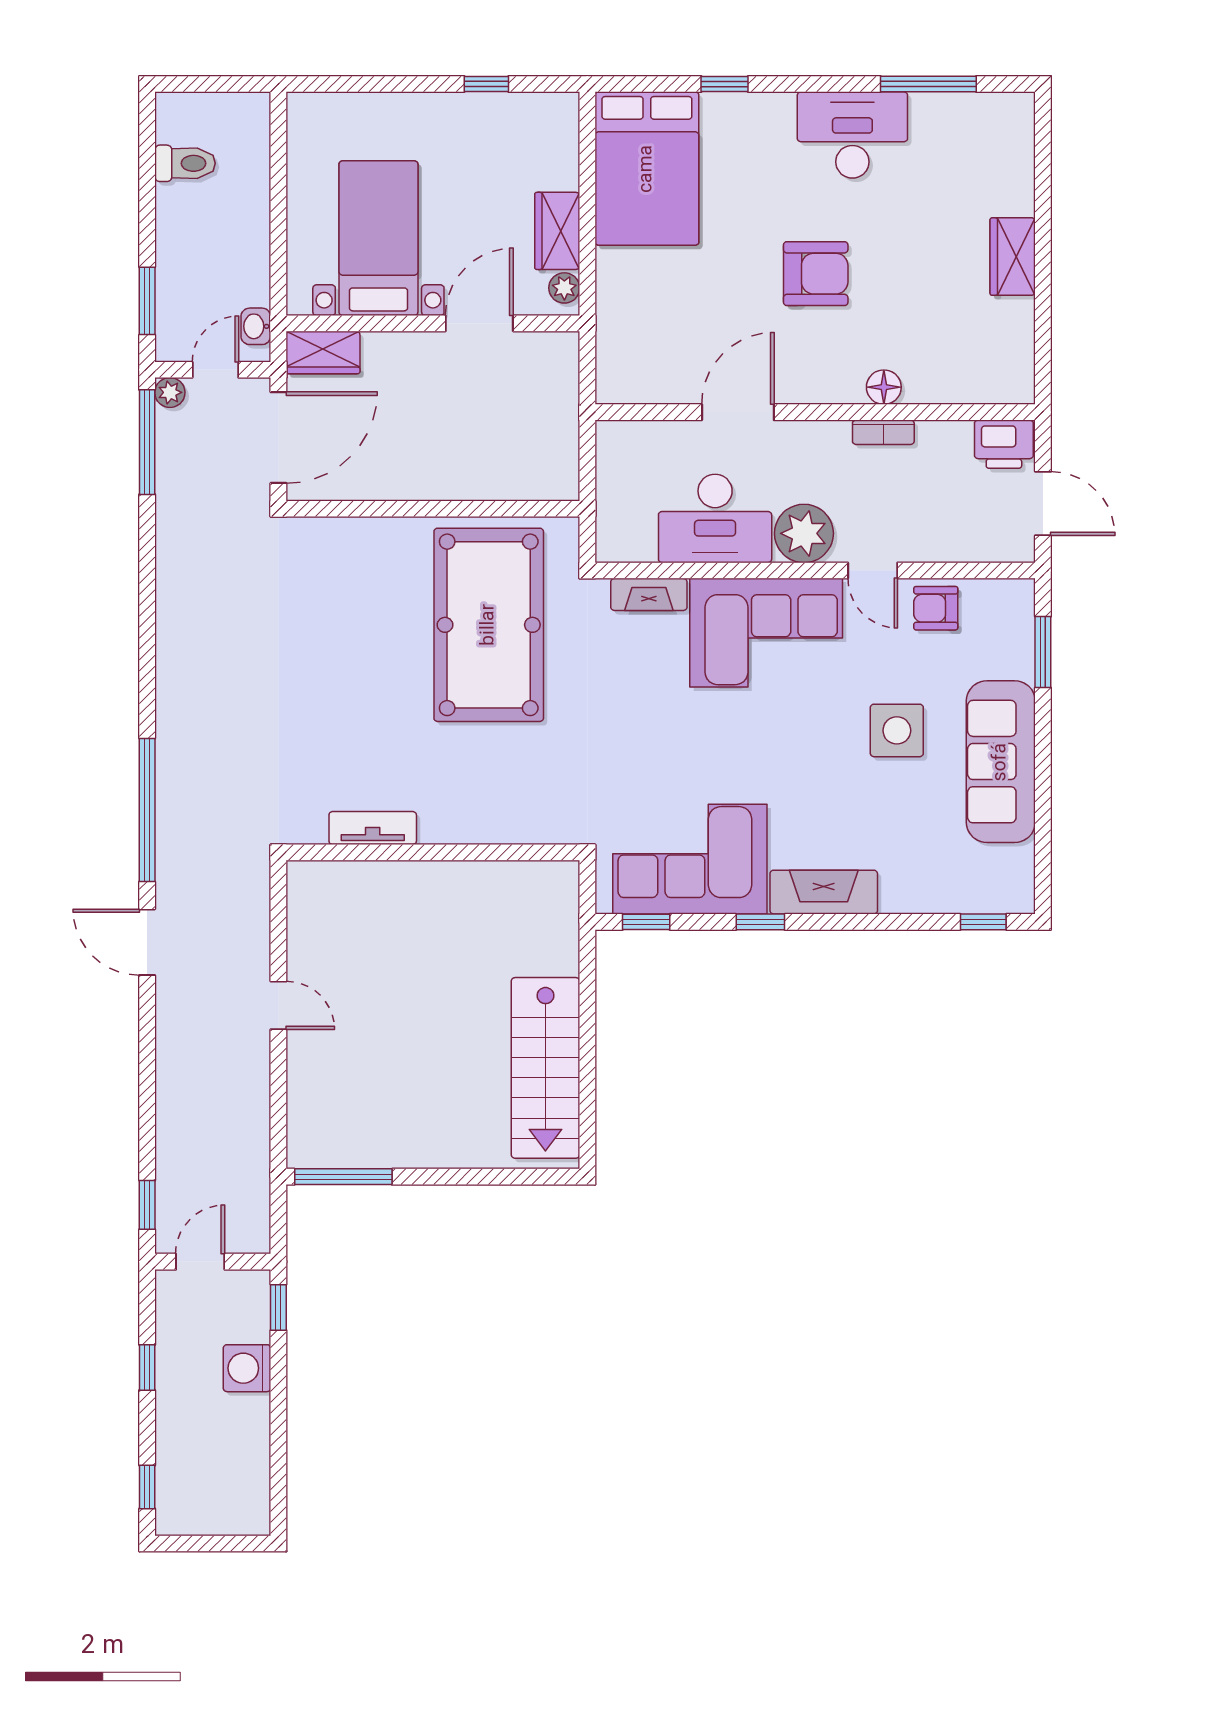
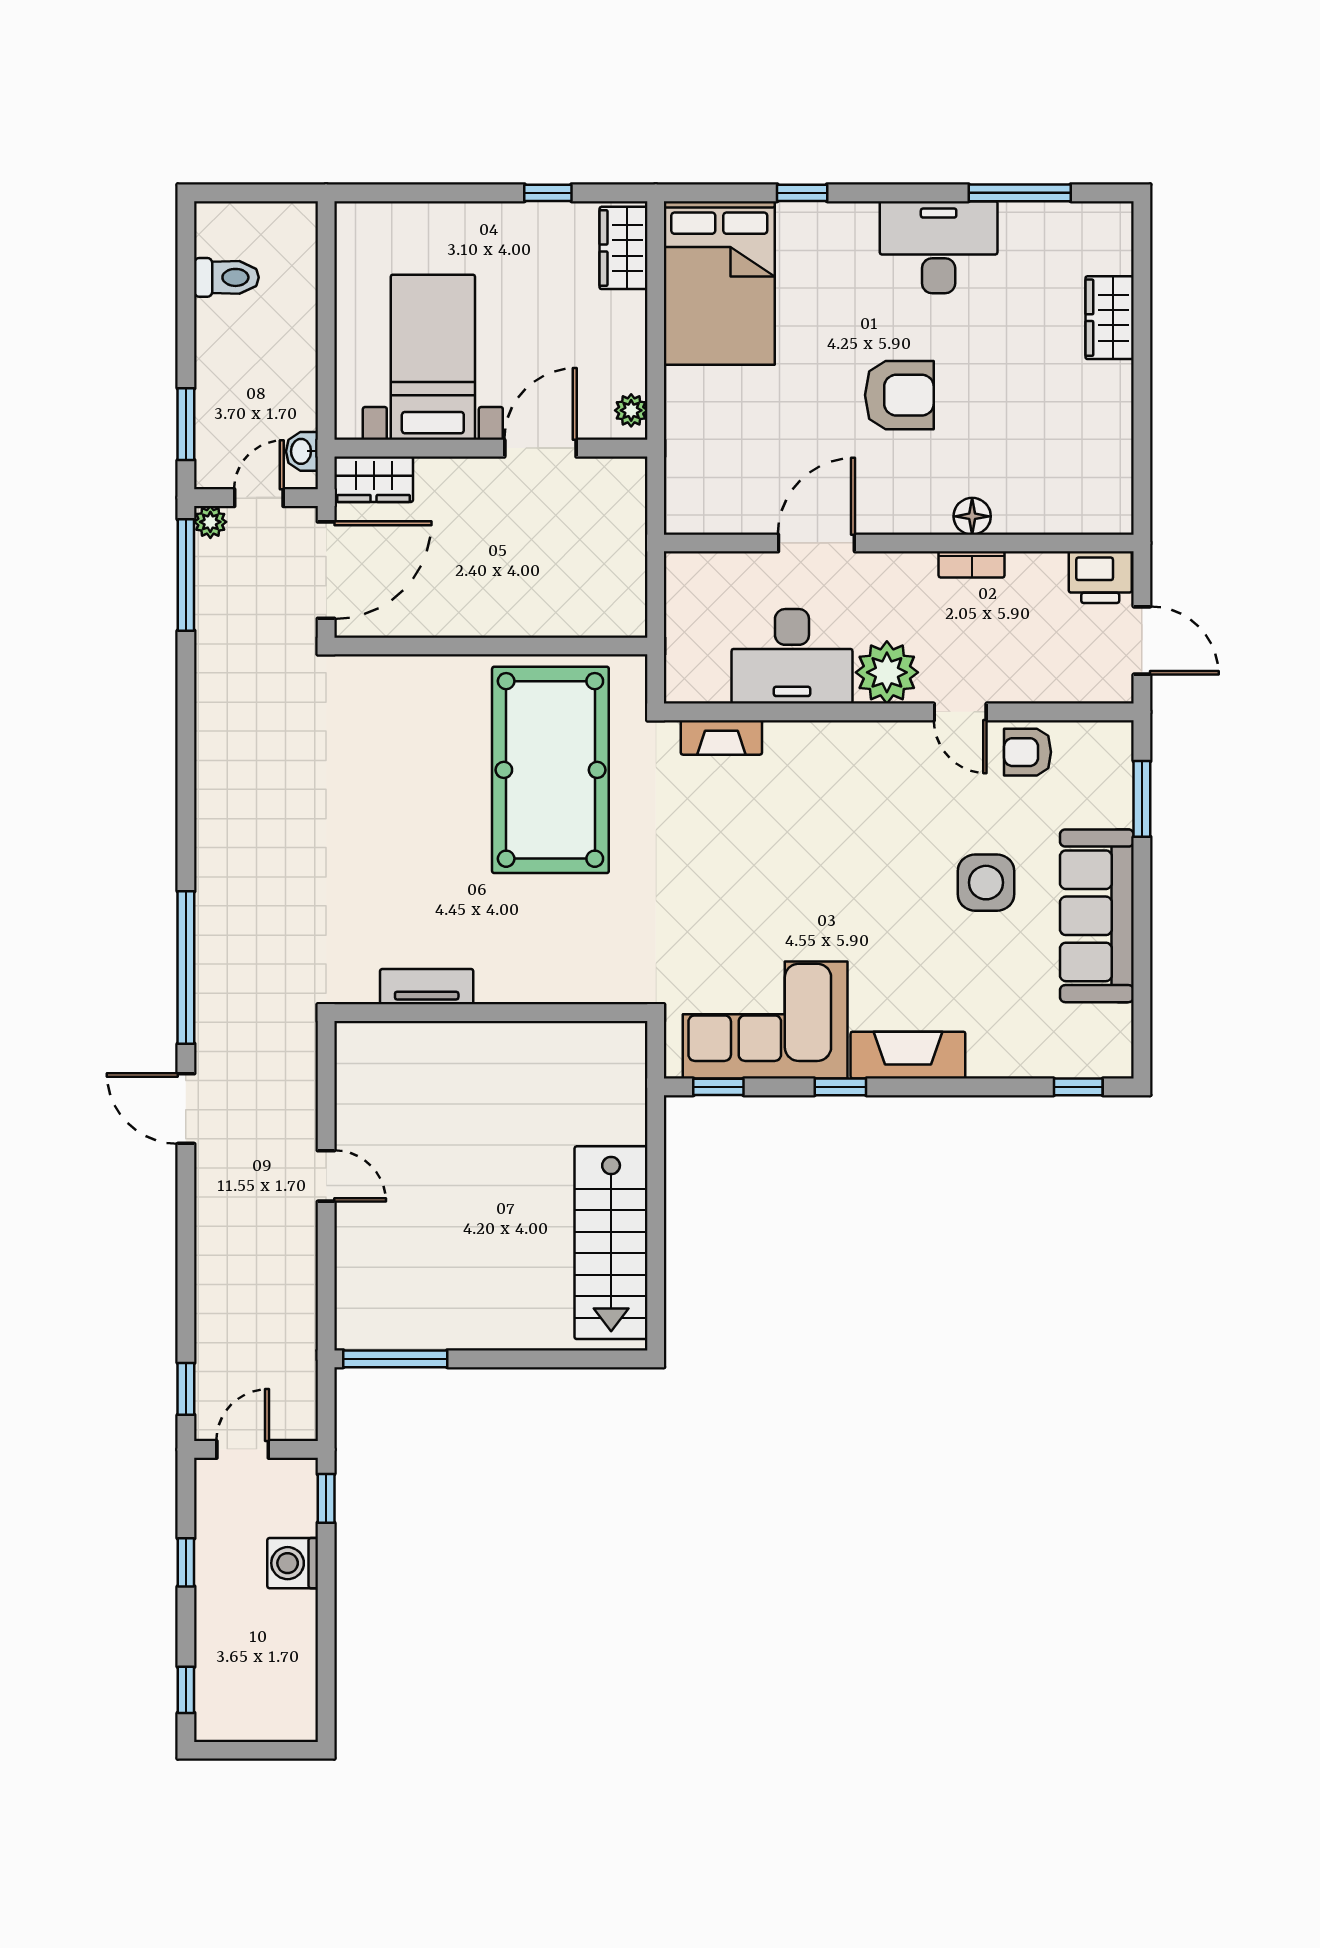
wardrobe: (557, 231) -> (624, 248), moved
wardrobe: (1013, 257) -> (1110, 318), moved
corner sofa: (766, 633) -> (847, 778), removed

